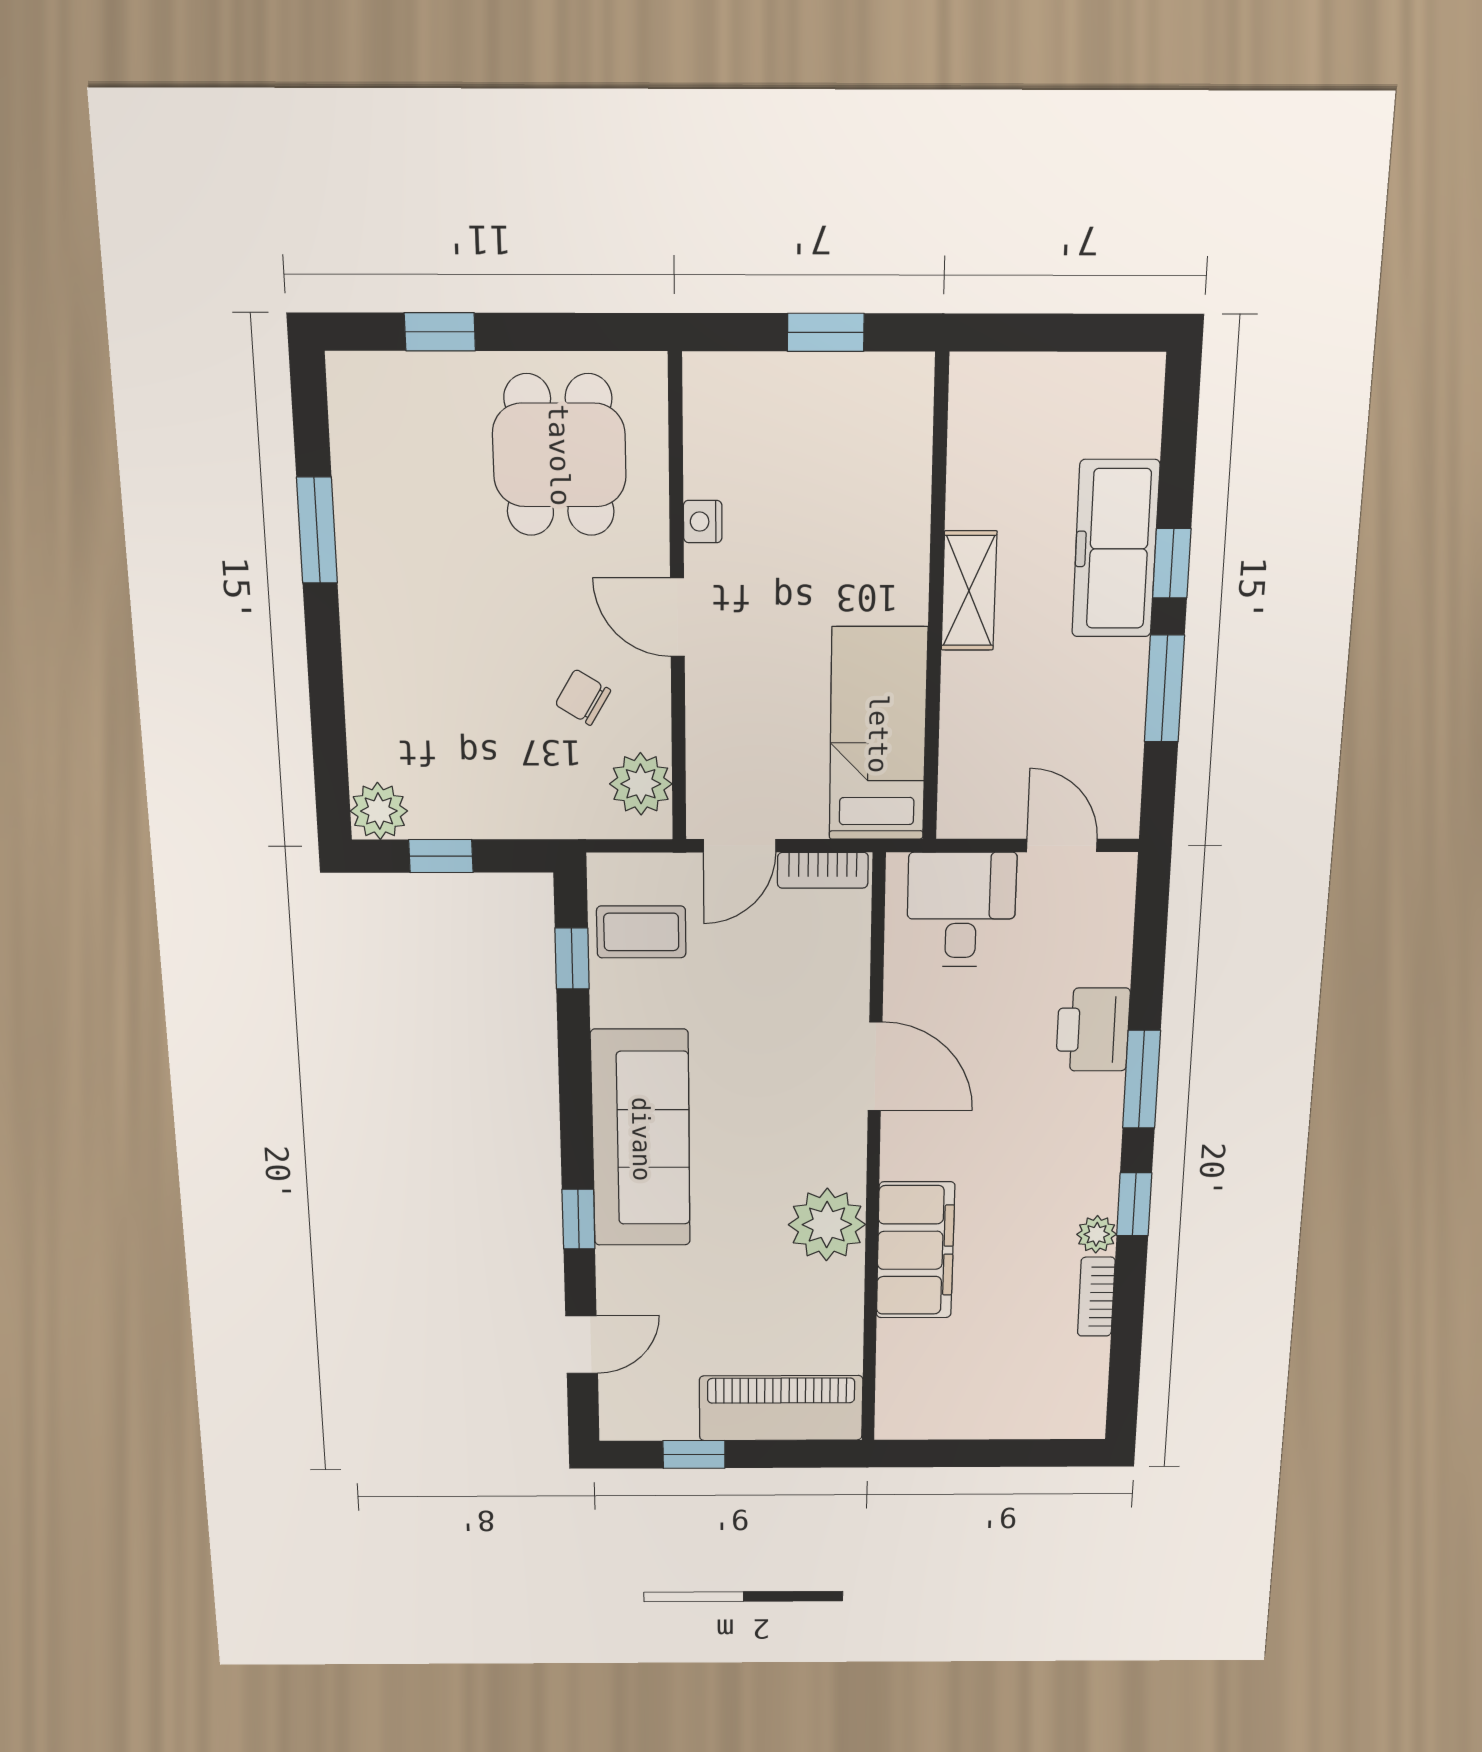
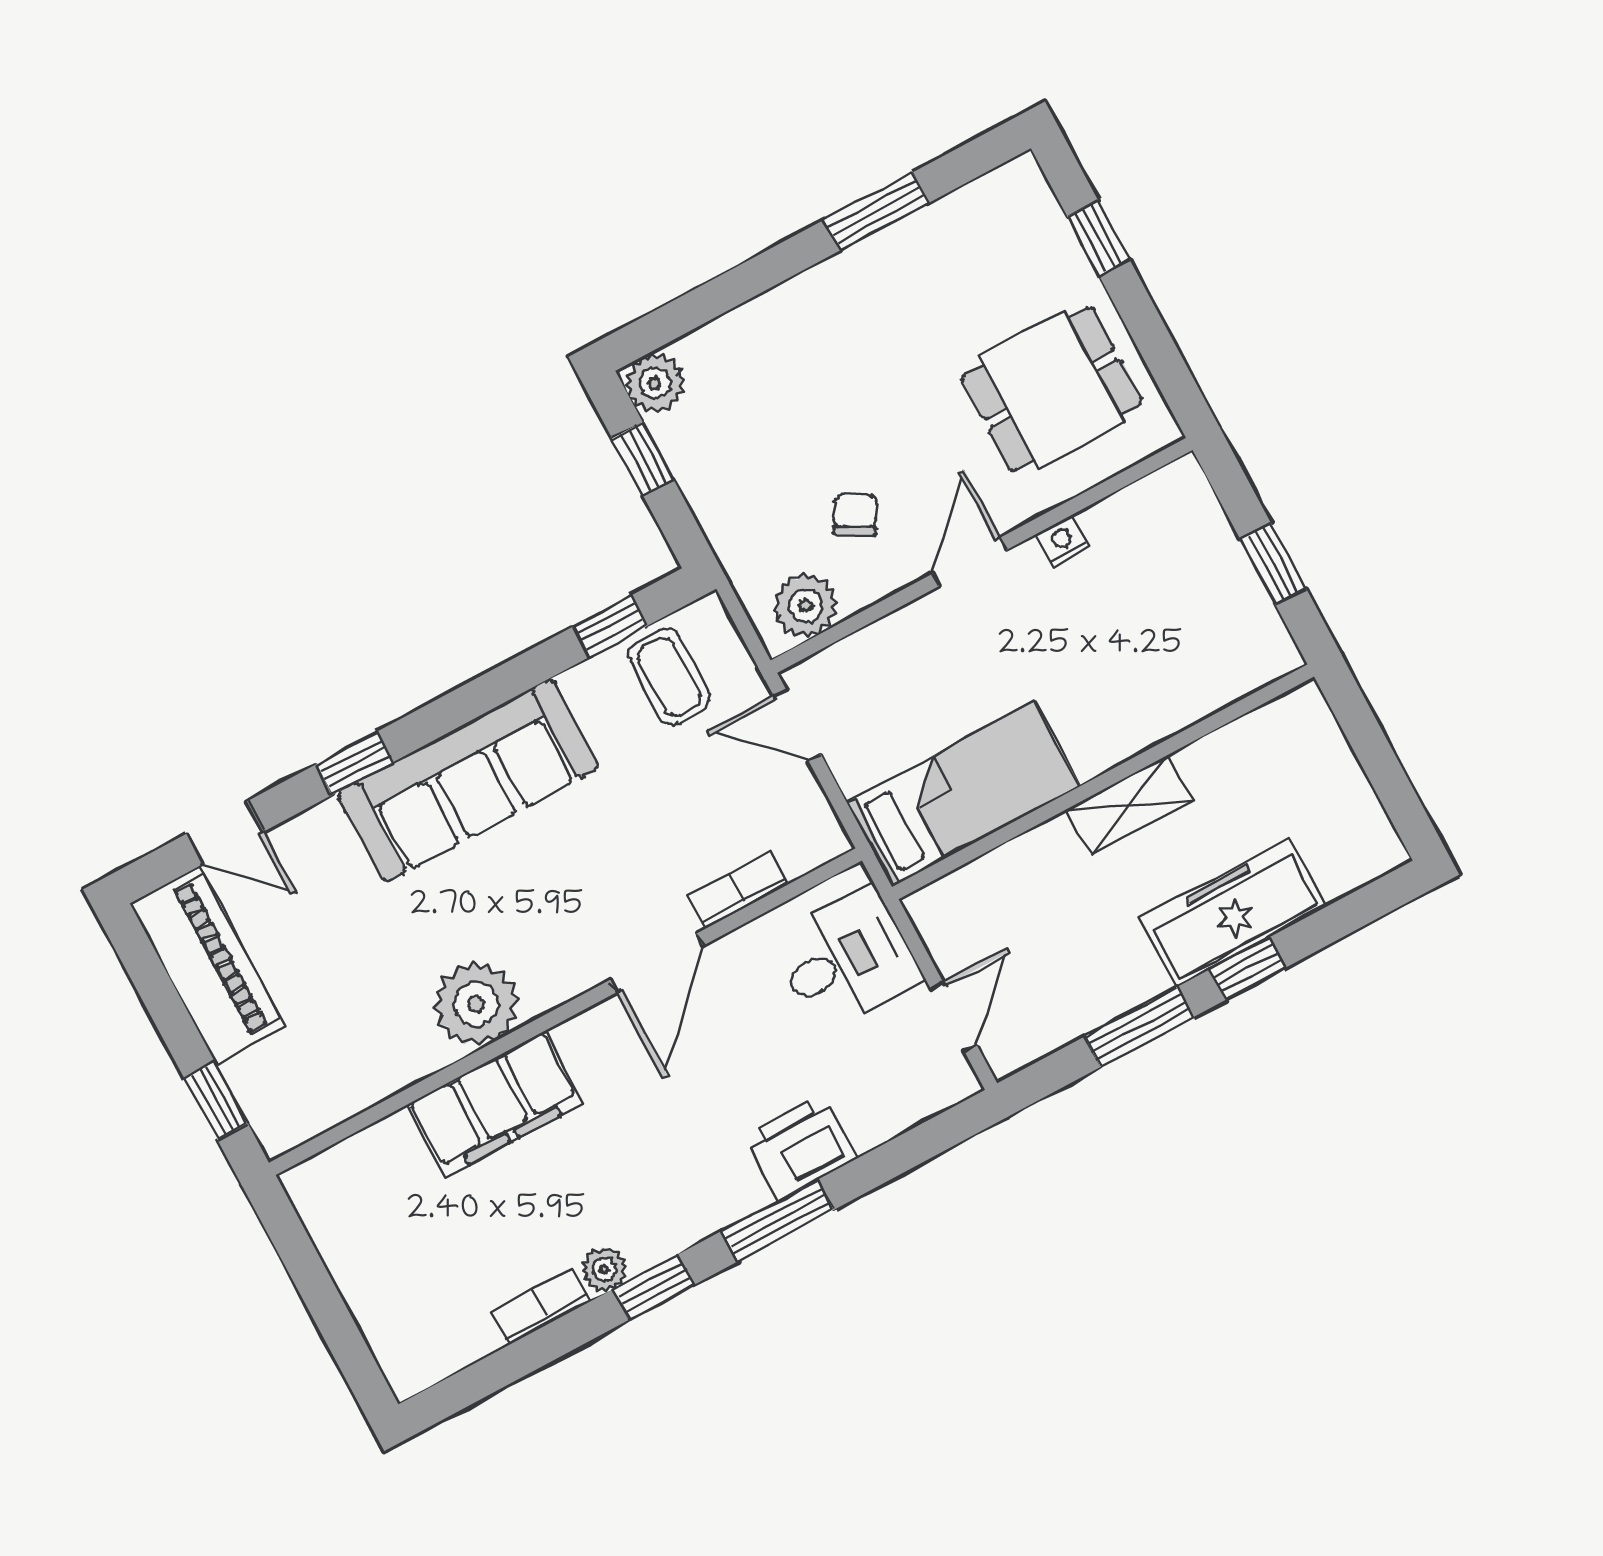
bookcase: (823, 870) -> (738, 890), moved, turned 90
piano: (781, 1408) -> (207, 965), moved
window: (694, 1454) -> (216, 1101), moved

